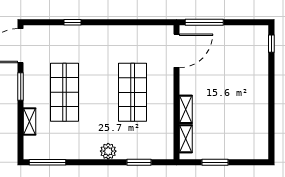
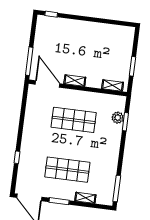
shelving: (186, 109) -> (75, 81), moved
plant: (108, 151) -> (118, 118), moved

